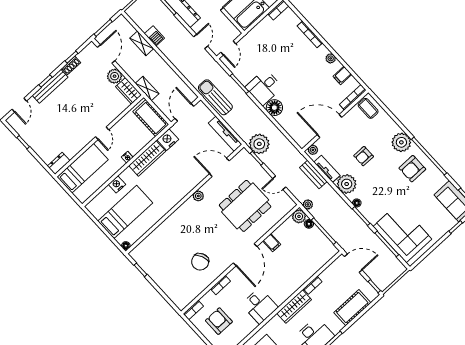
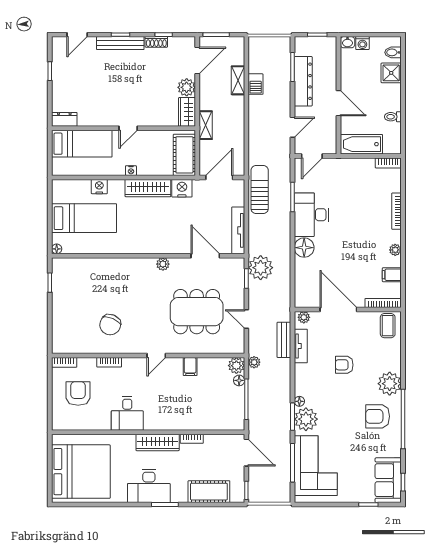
desk: (264, 87) -> (311, 215), width x1.37
plant: (347, 184) -> (306, 419), moved
door: (245, 255) -> (156, 356), width x0.53
chair: (200, 262) -> (110, 325), turned -44

